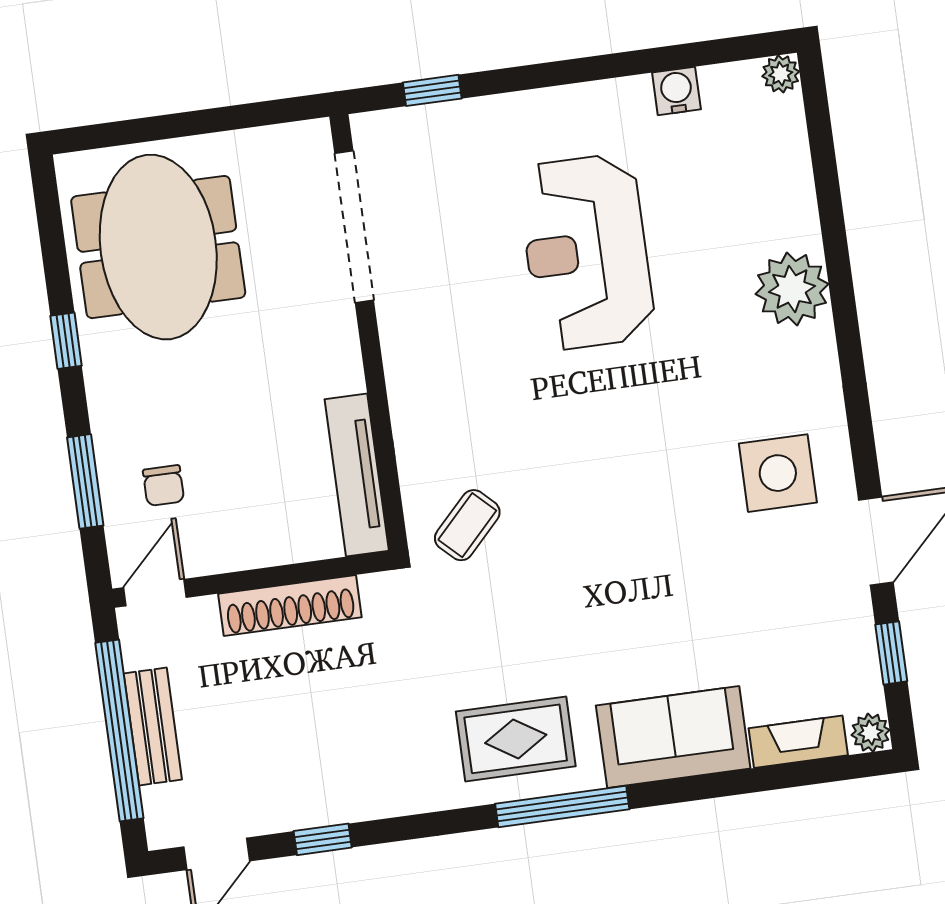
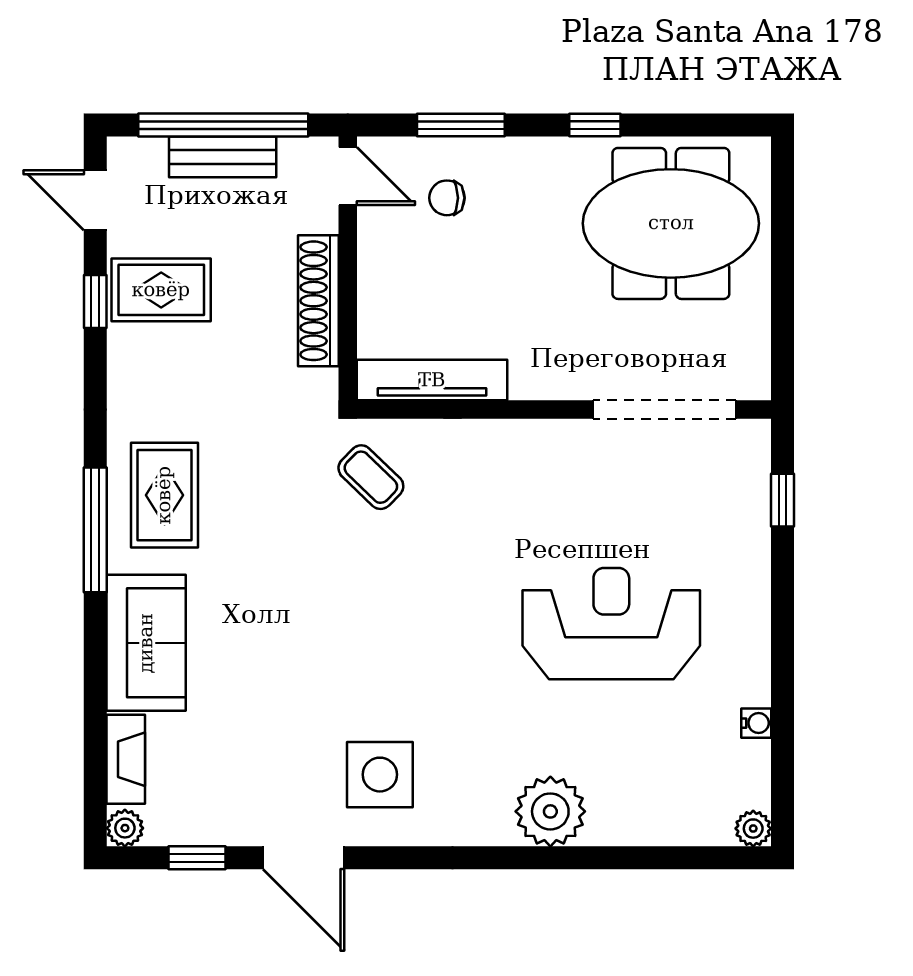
water cooler: (676, 91) -> (756, 723), width x0.72, depth x0.72
rug: (301, 772) -> (161, 290), added

